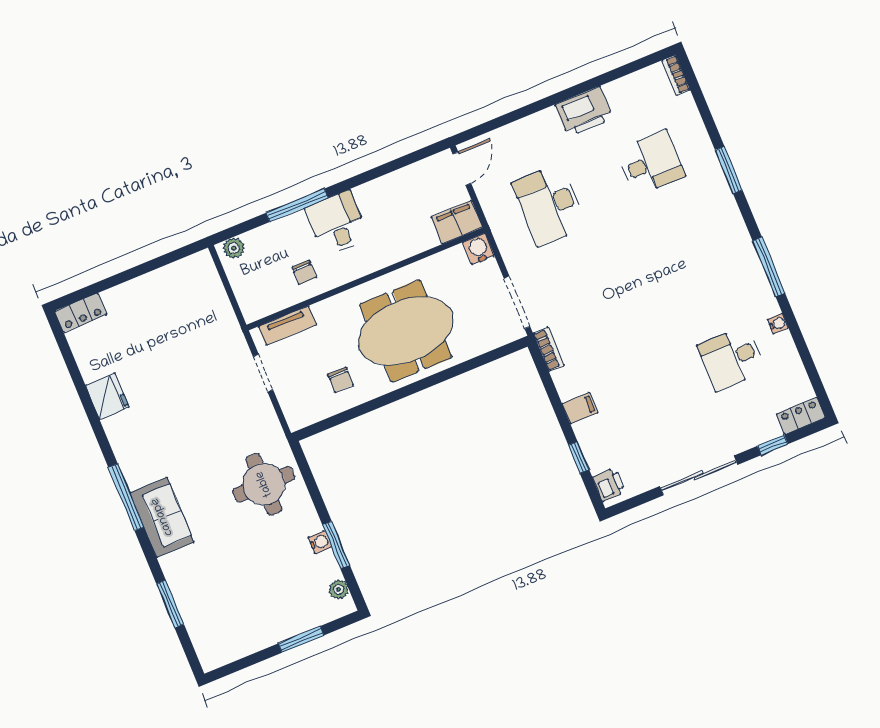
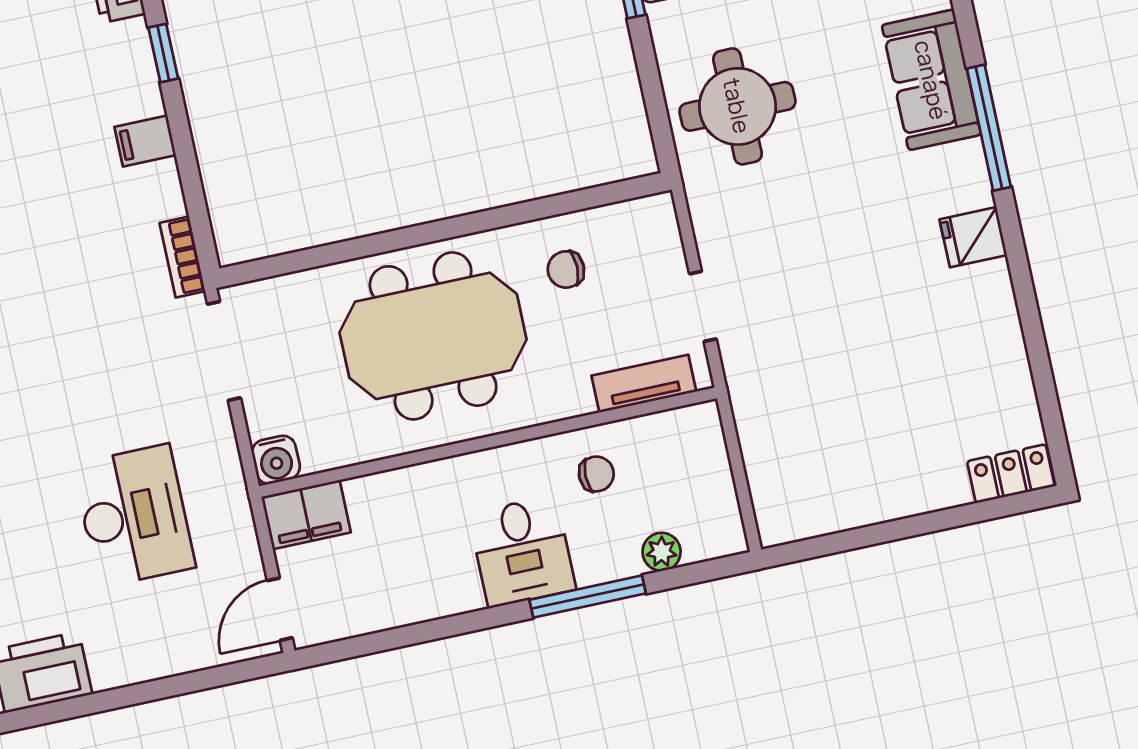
plant: (234, 248) -> (662, 552), moved
chair: (304, 272) -> (596, 474), turned 90
chair: (340, 380) -> (566, 269), turned -90
fridge: (107, 396) -> (973, 237), moved, width x0.72

